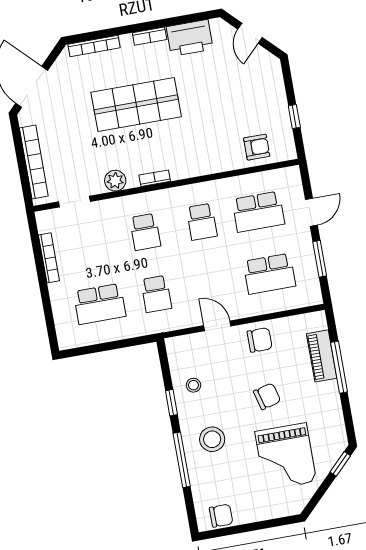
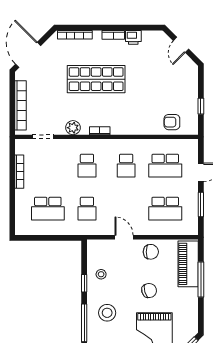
printer: (190, 38) -> (133, 37), width x0.53, depth x0.68
armchair: (257, 147) -> (172, 122), turned 180
piano: (322, 356) -> (188, 264), width x1.37, depth x1.33

